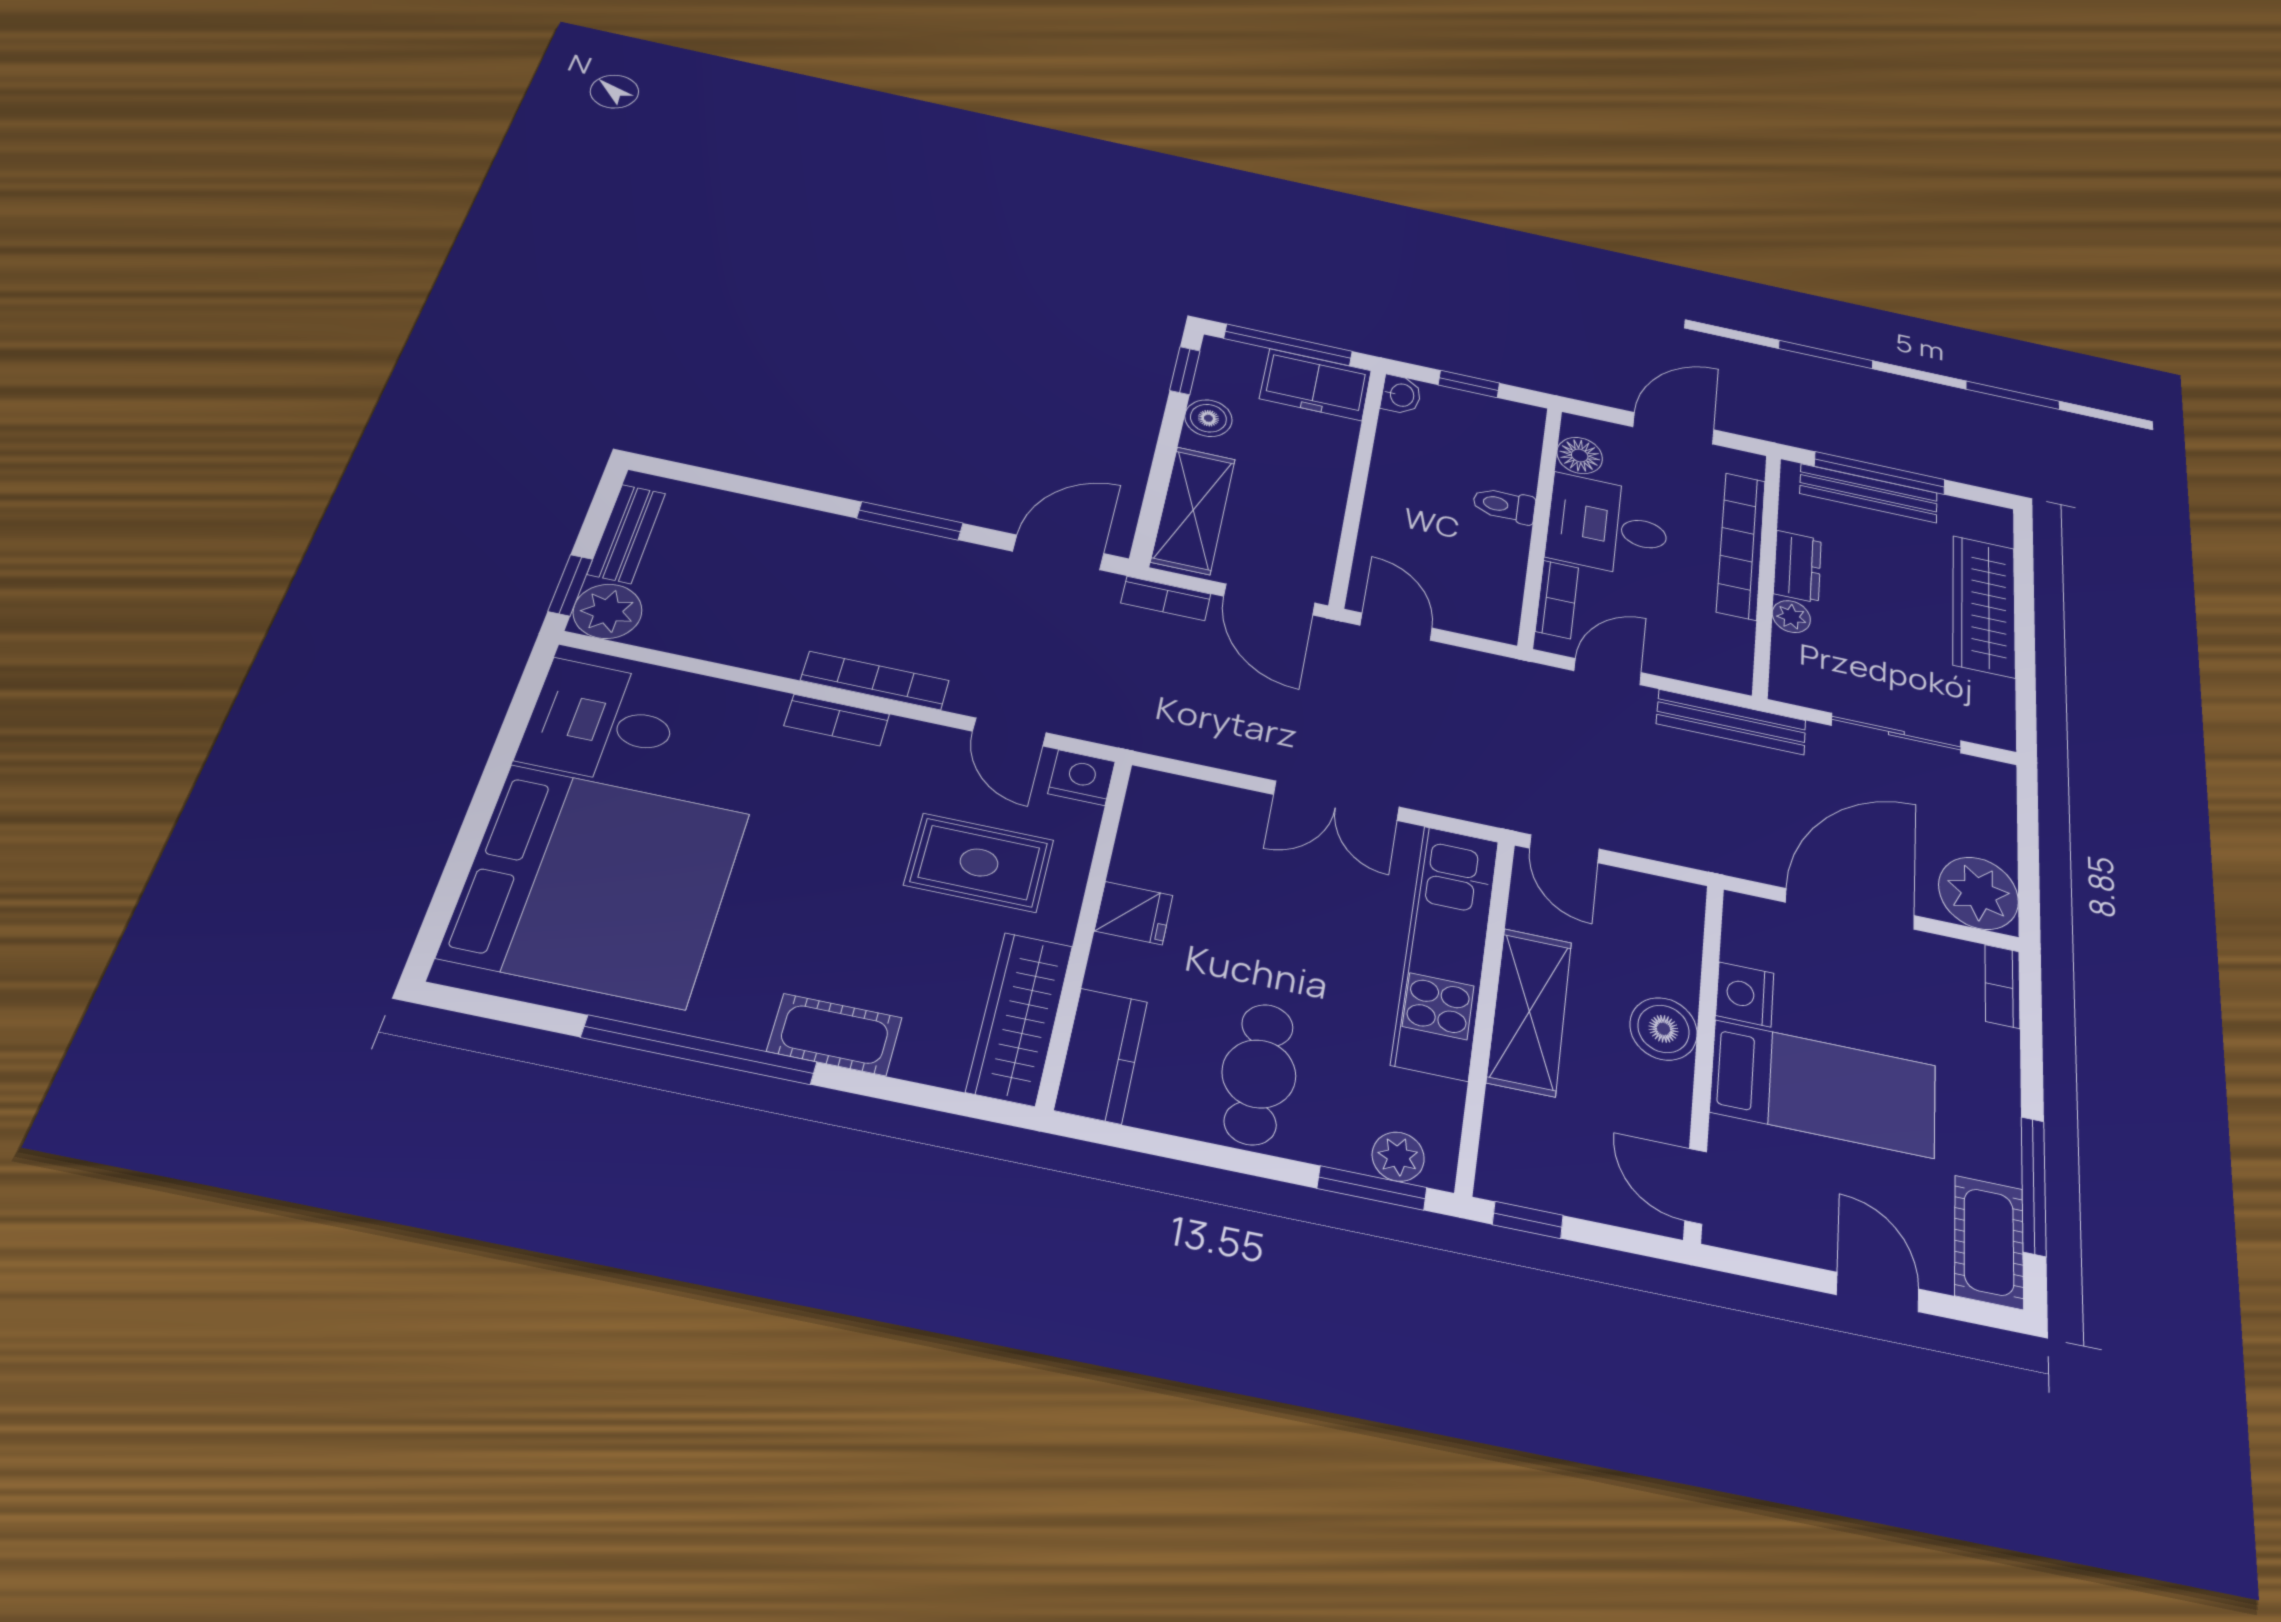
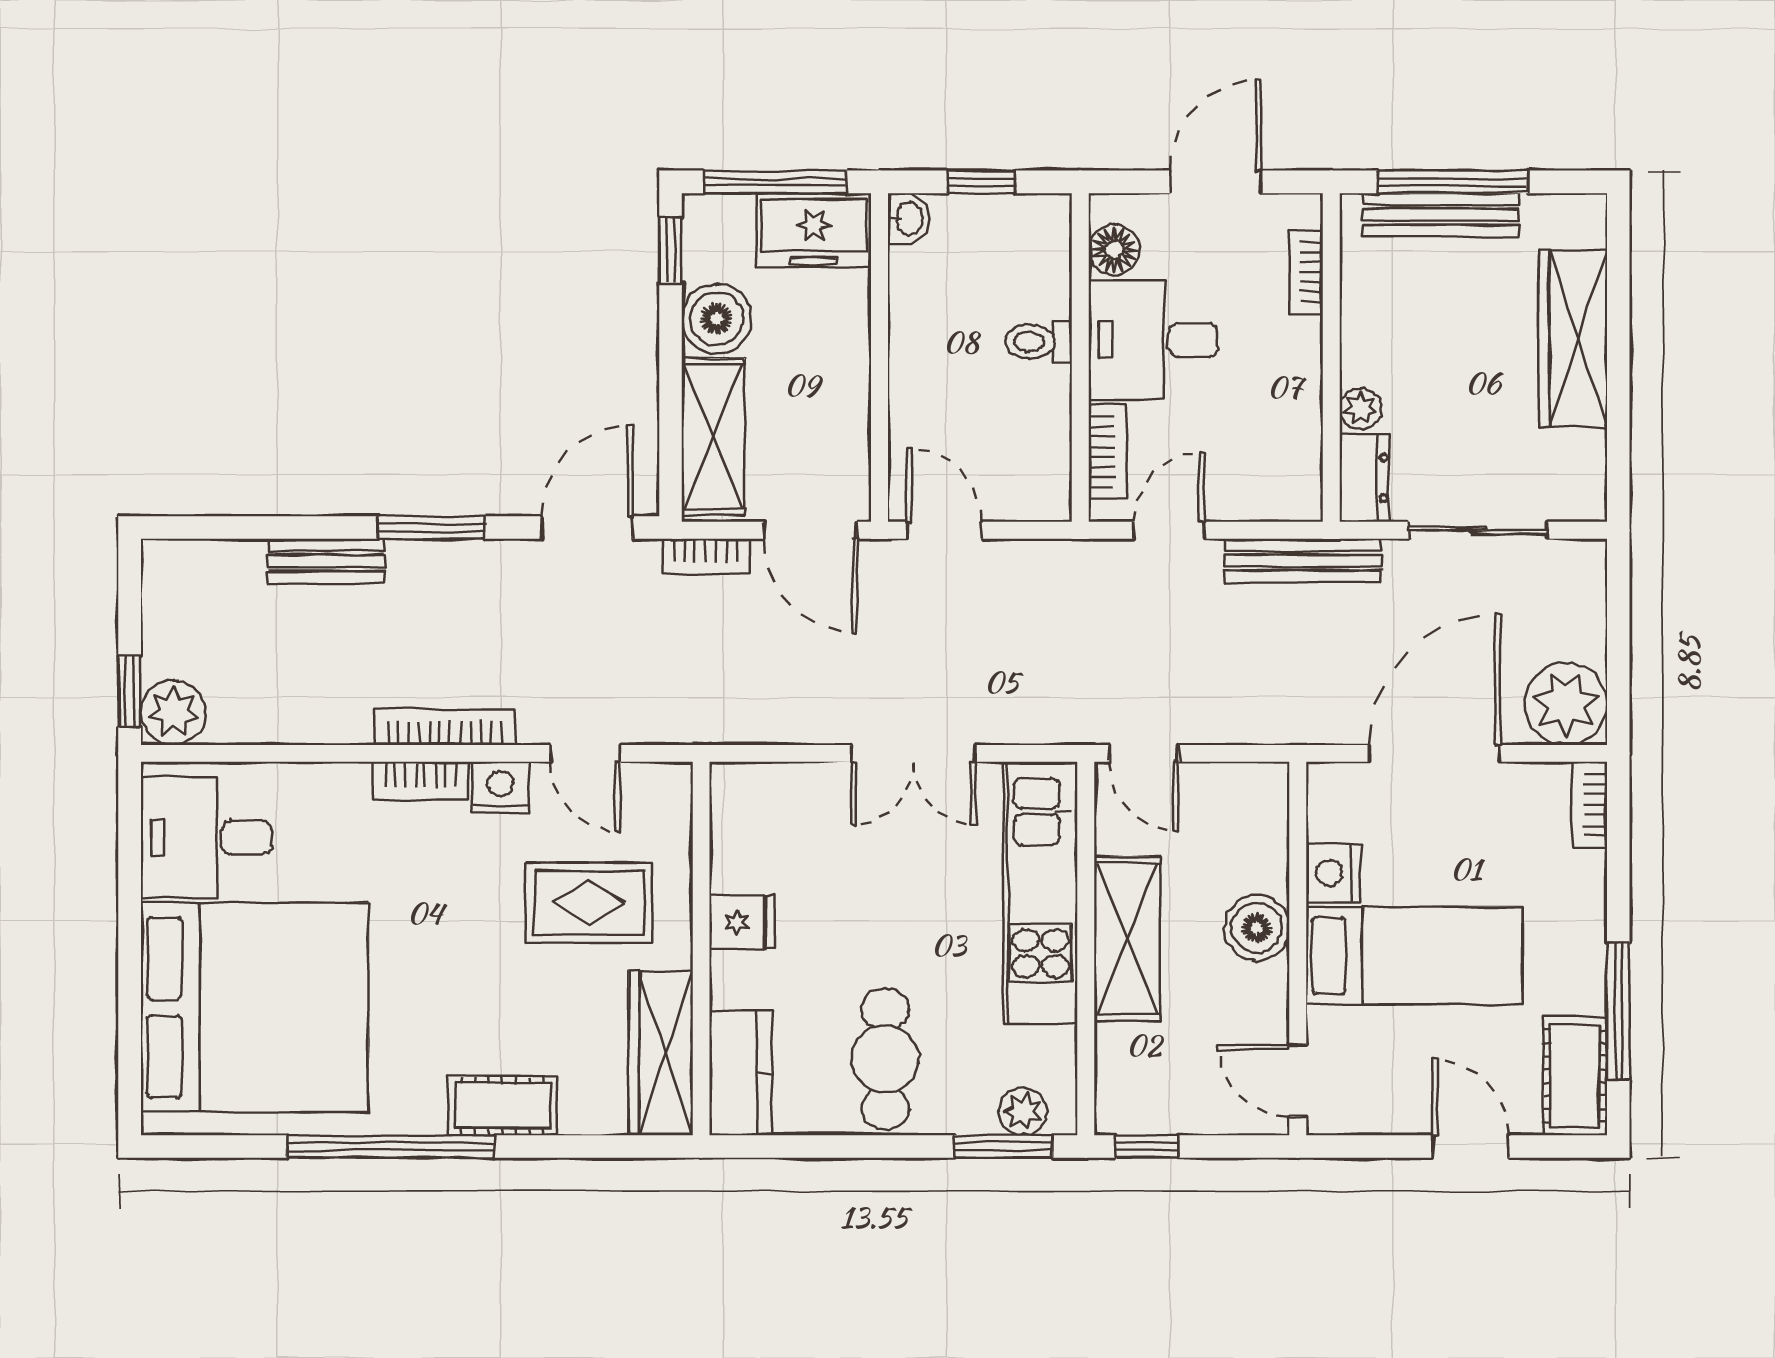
boiler: (1208, 418) -> (716, 319), width x1.36, depth x1.36
bench: (627, 534) -> (326, 561), moved, turned 90
bookcase: (1741, 546) -> (1306, 272), width x0.43, depth x0.76
dresser: (1797, 566) -> (1364, 478), moved
nightstand: (1082, 778) -> (500, 788), moved

